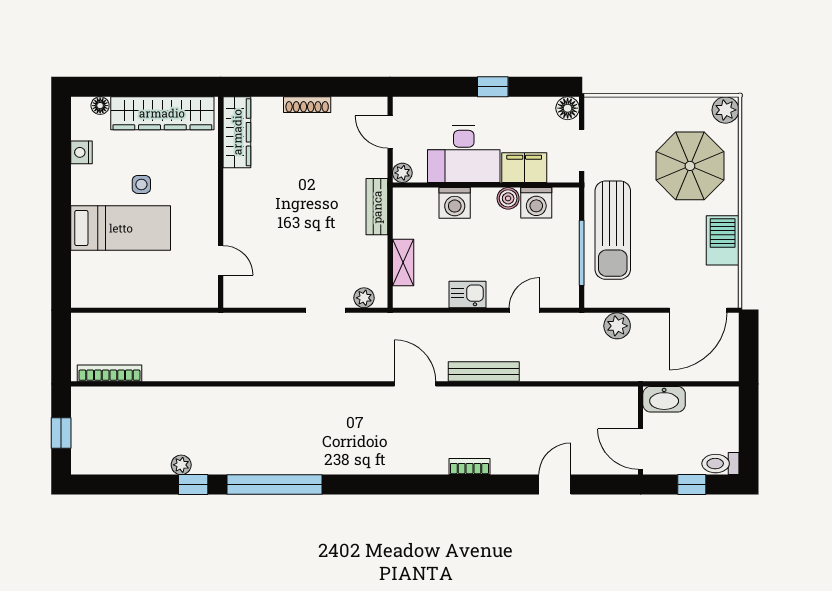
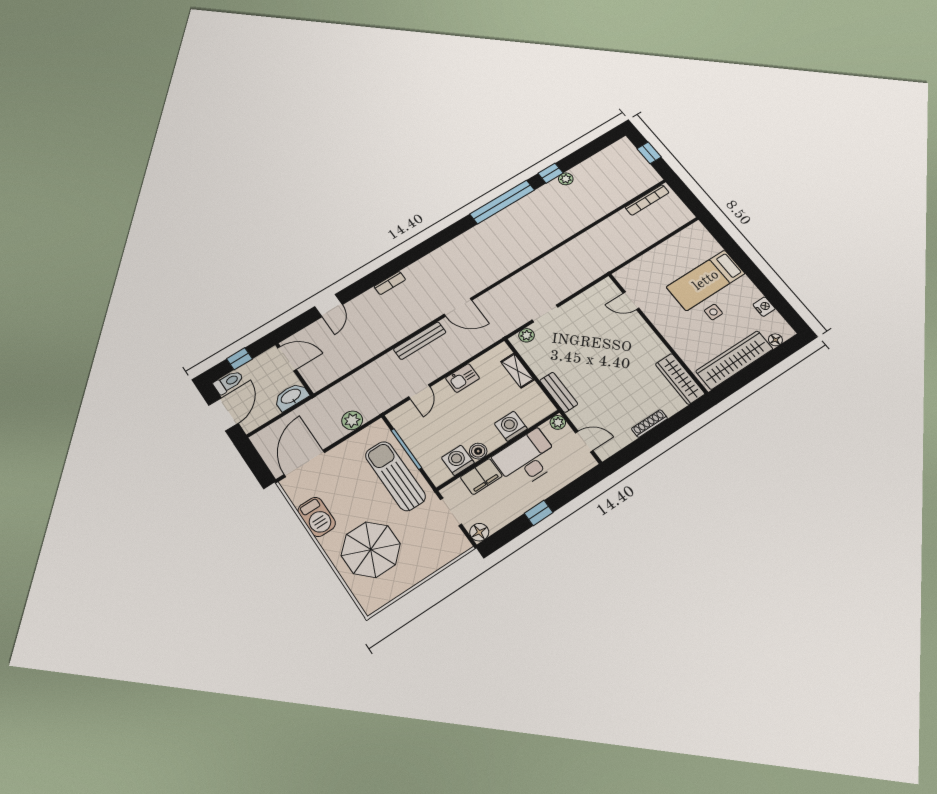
plant: (725, 110) -> (371, 602), removed
door: (749, 428) -> (223, 414), added

